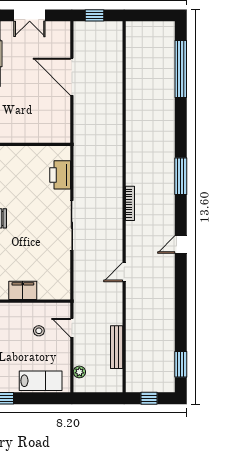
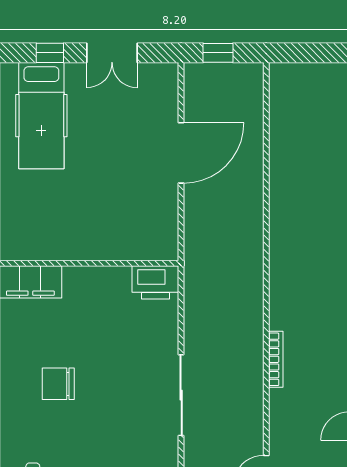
door: (72, 77) -> (181, 153), swing flipped
printer: (60, 175) -> (155, 282), moved, turned -90

